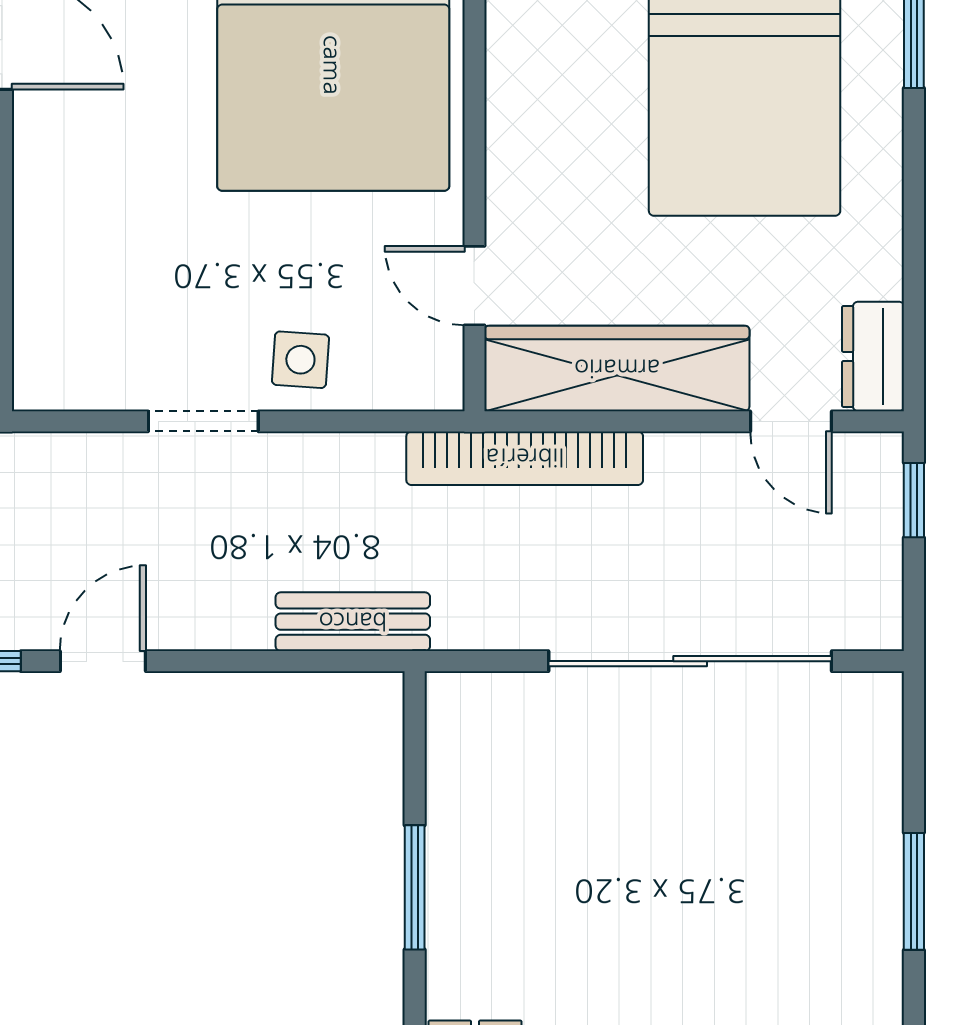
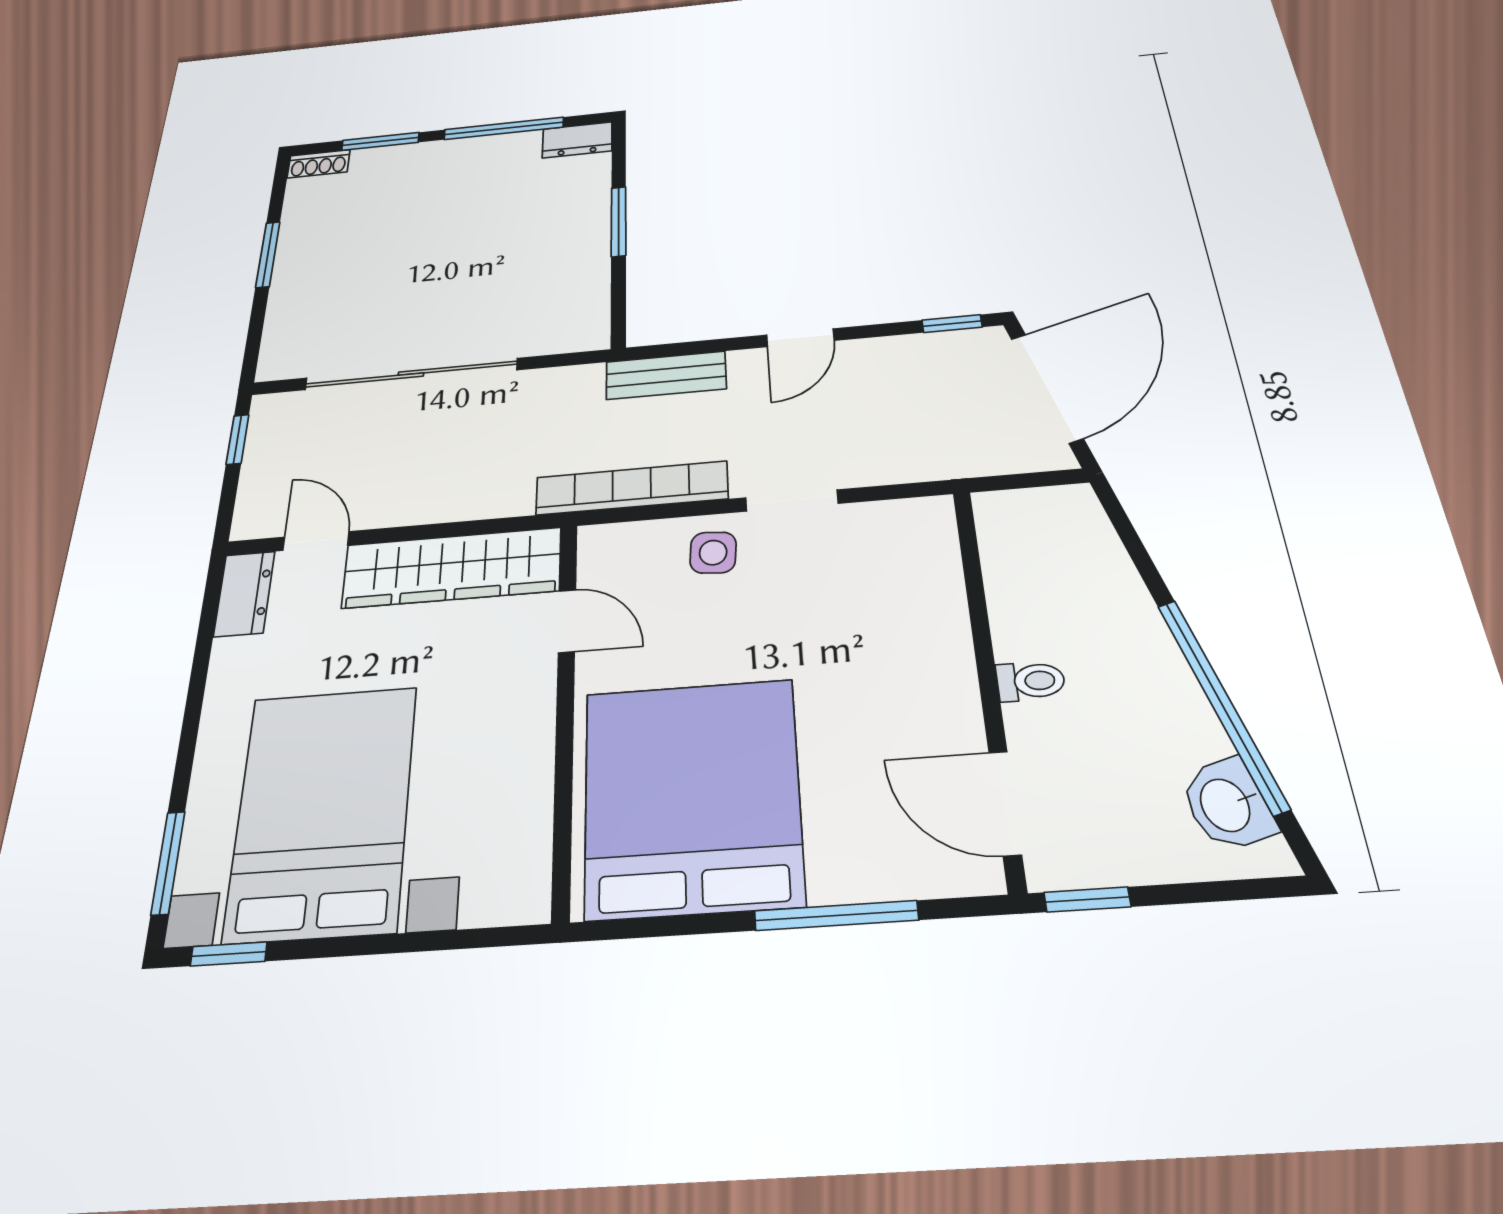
bookcase: (525, 458) -> (632, 488), moved
window: (914, 500) -> (237, 439), moved
door: (103, 661) -> (800, 338), moved

